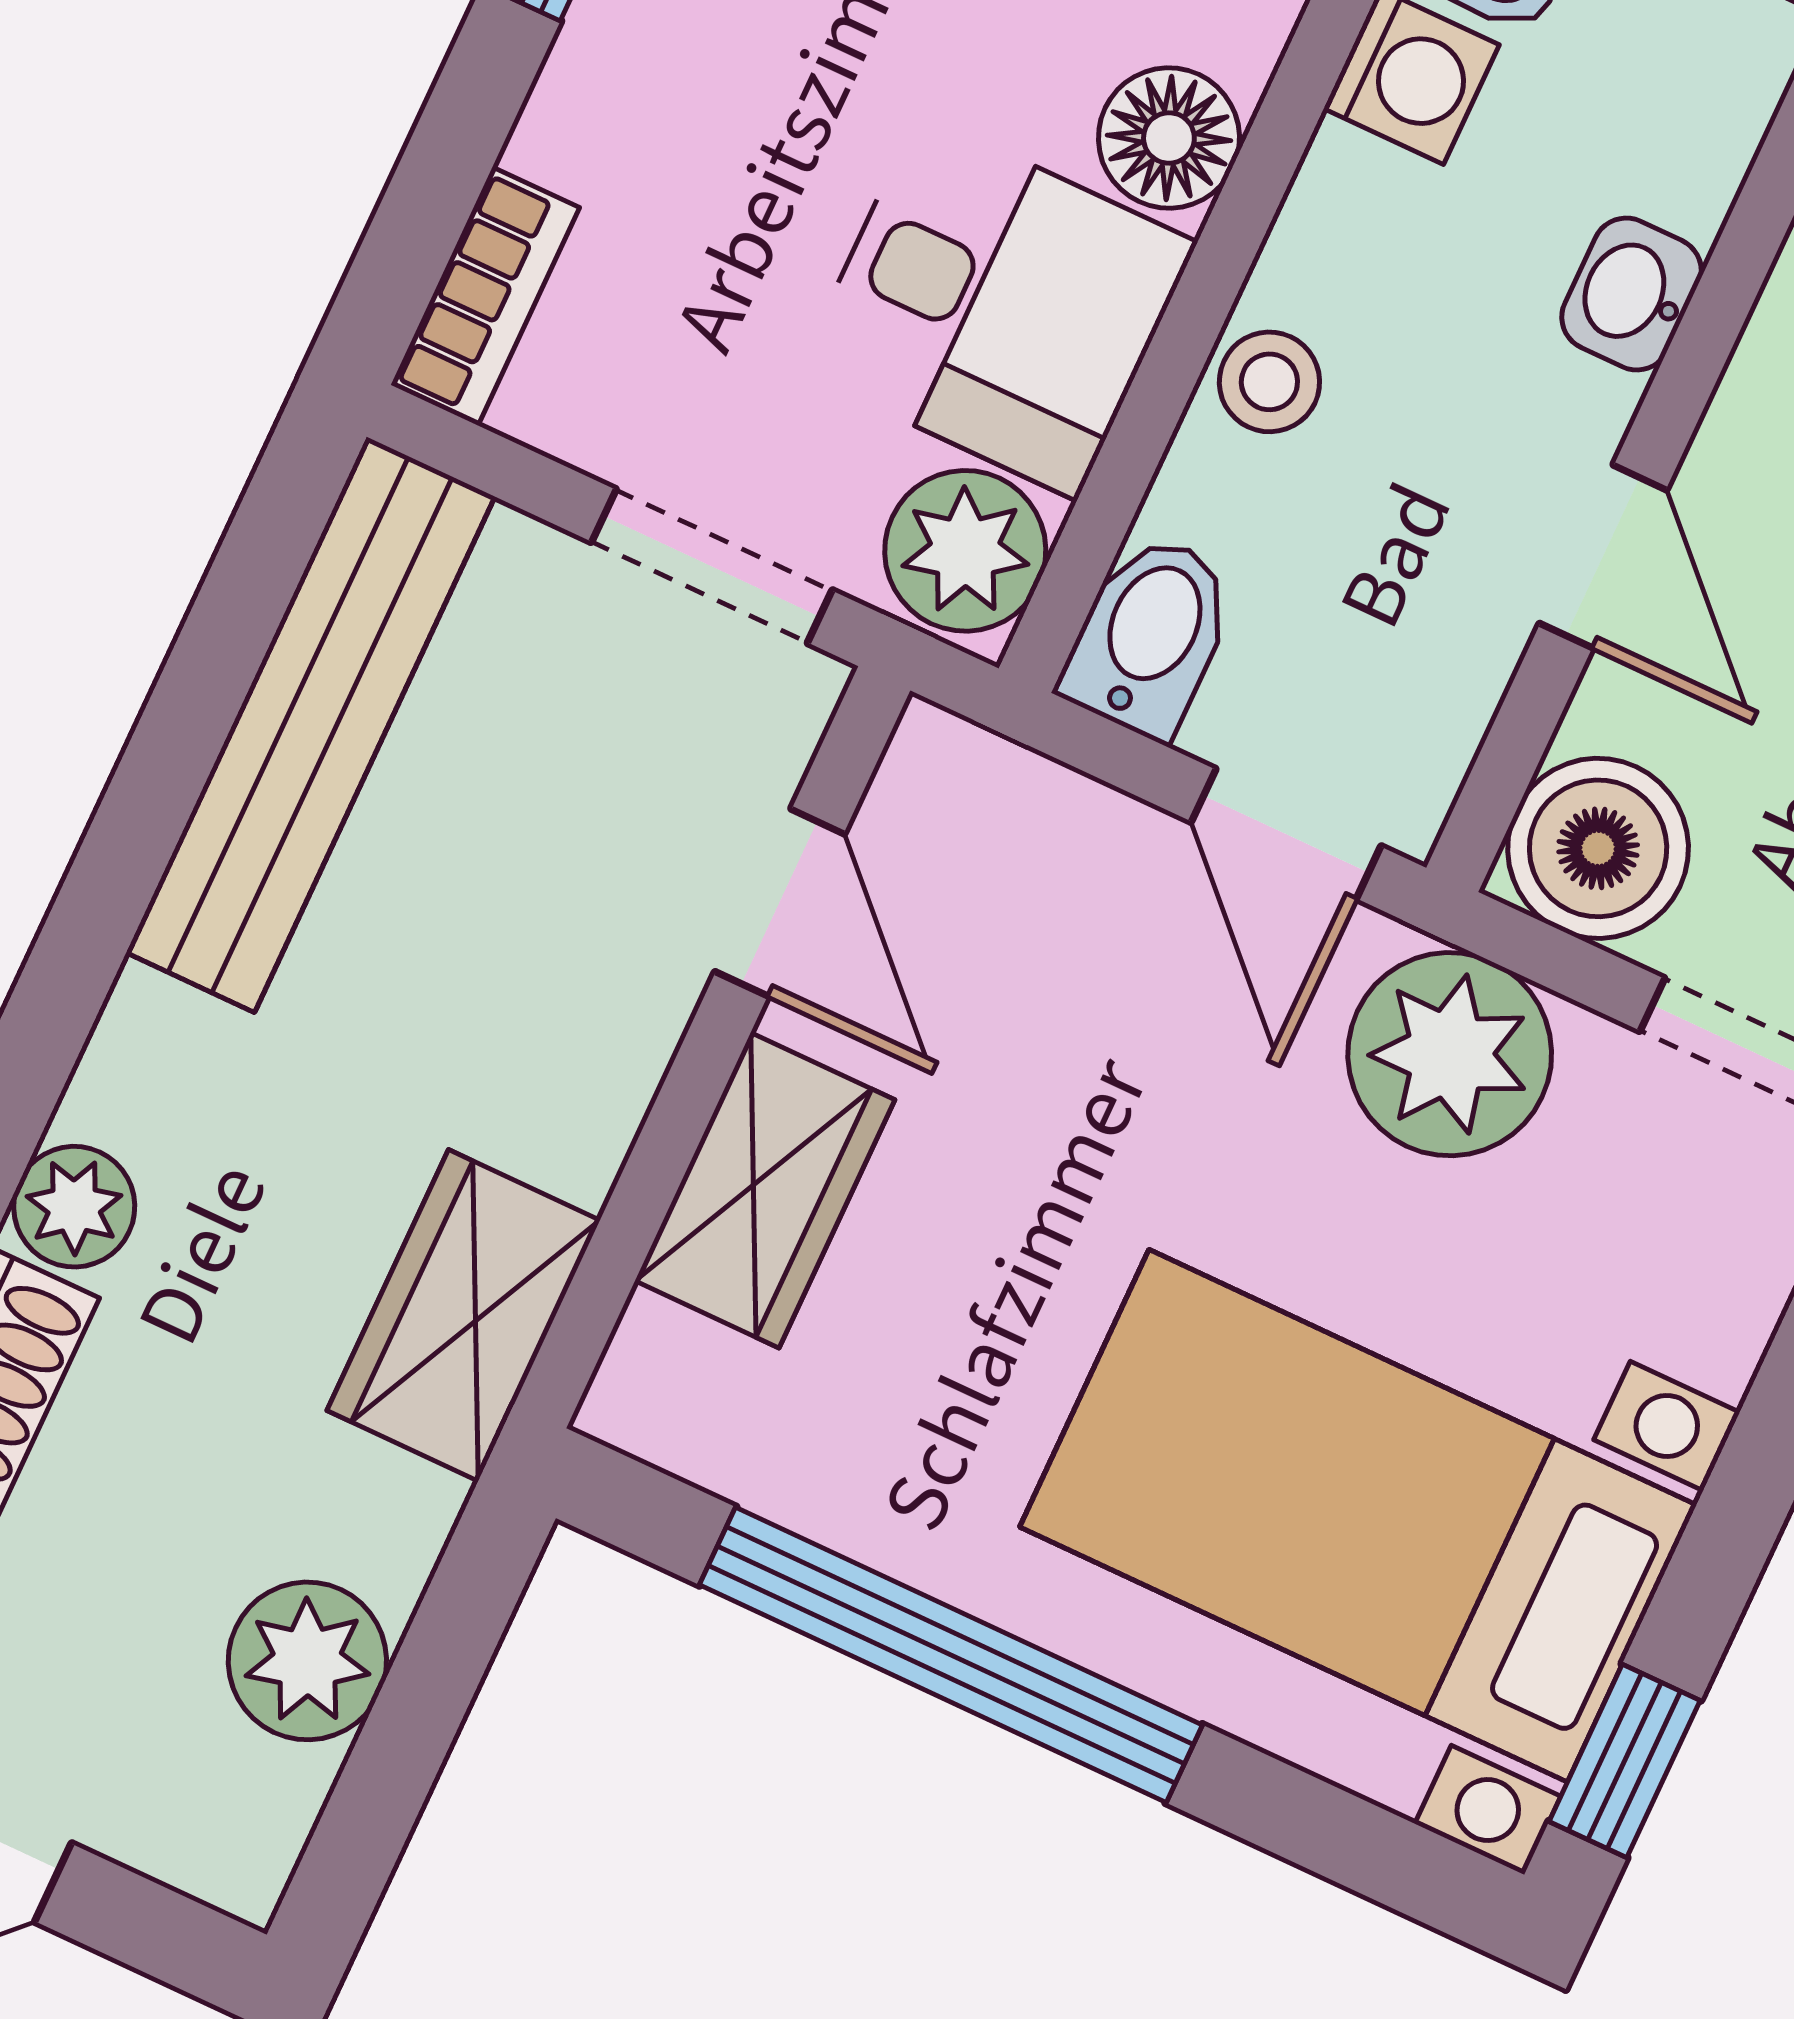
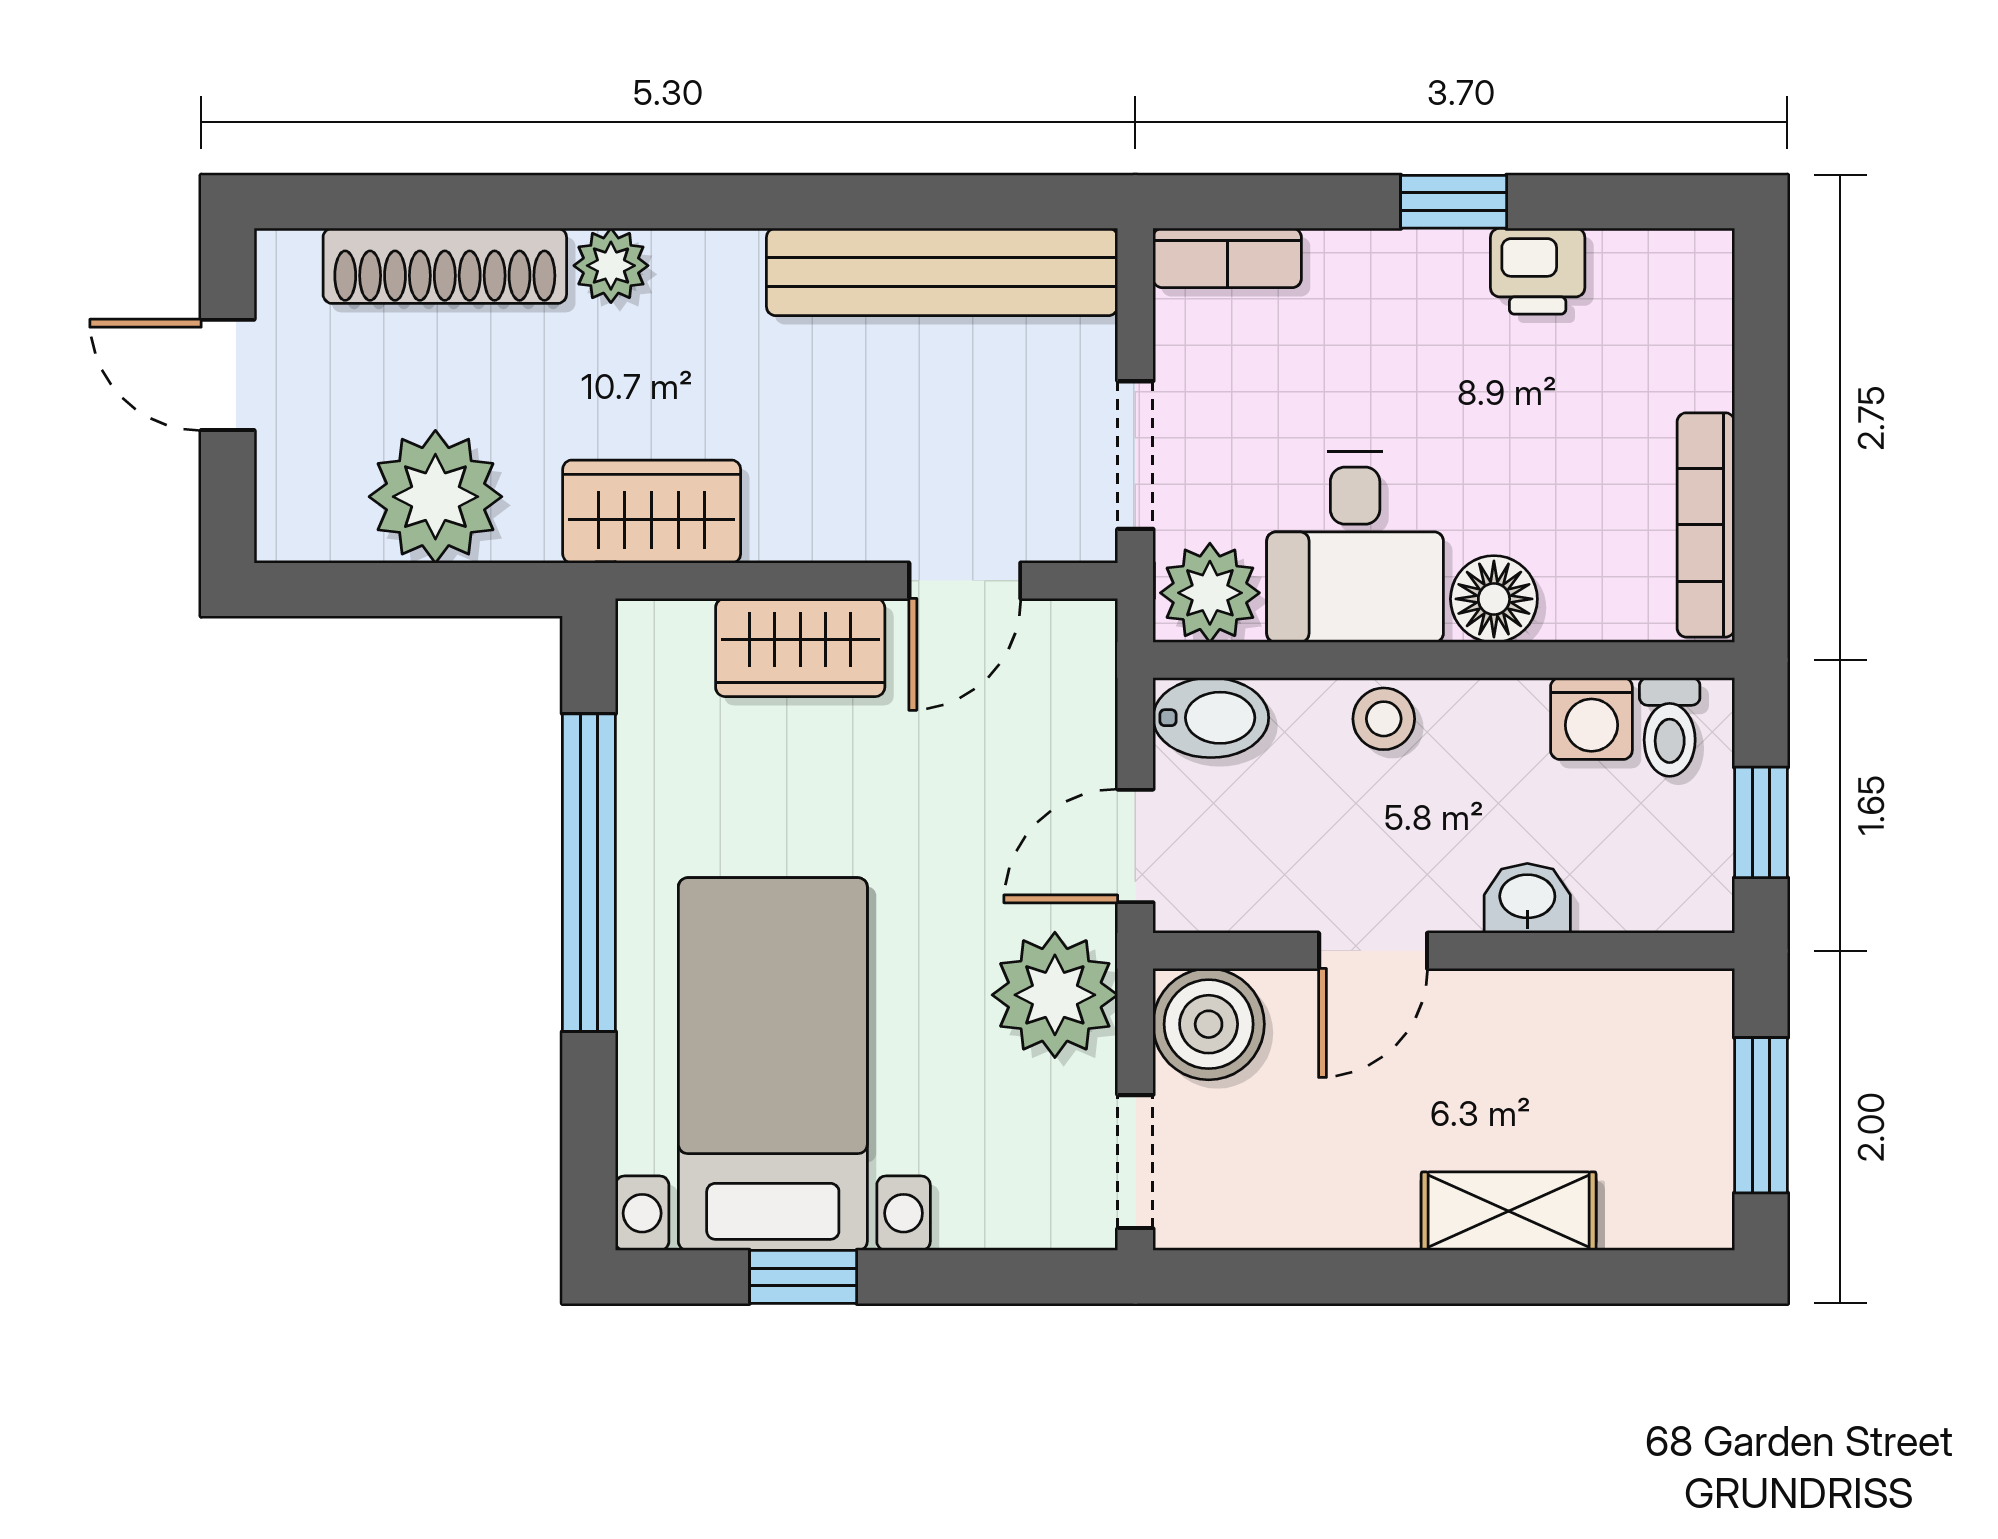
plant: (307, 1661) -> (435, 497), width x1.36, depth x1.36
window: (1625, 1761) -> (803, 1277), moved

